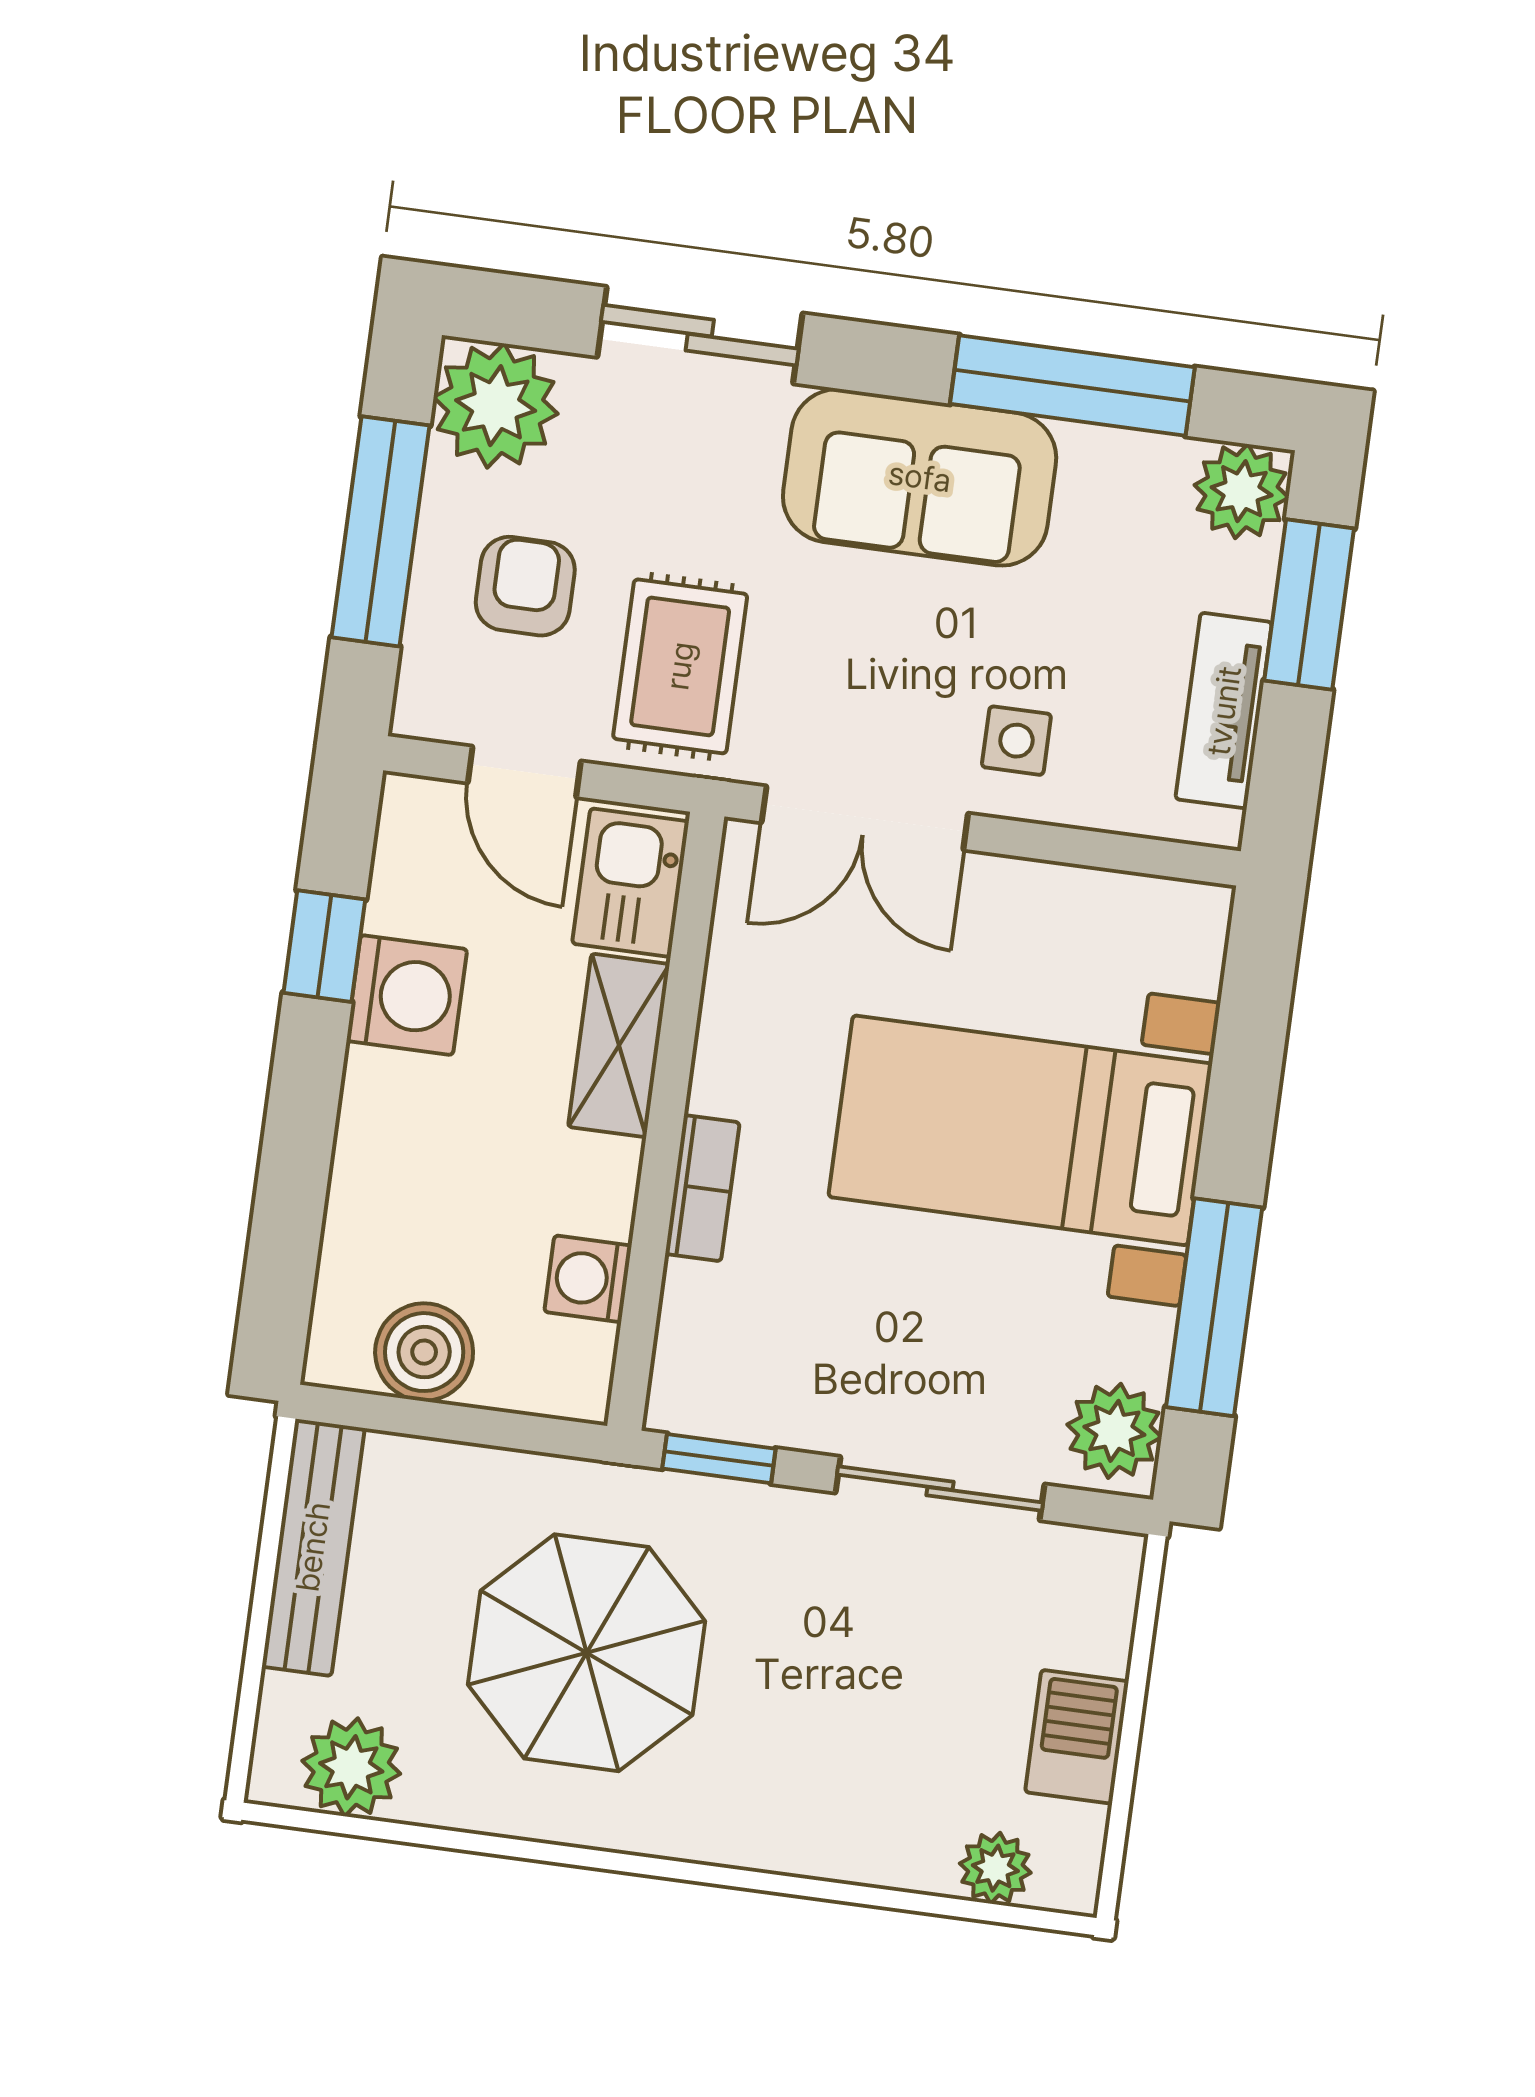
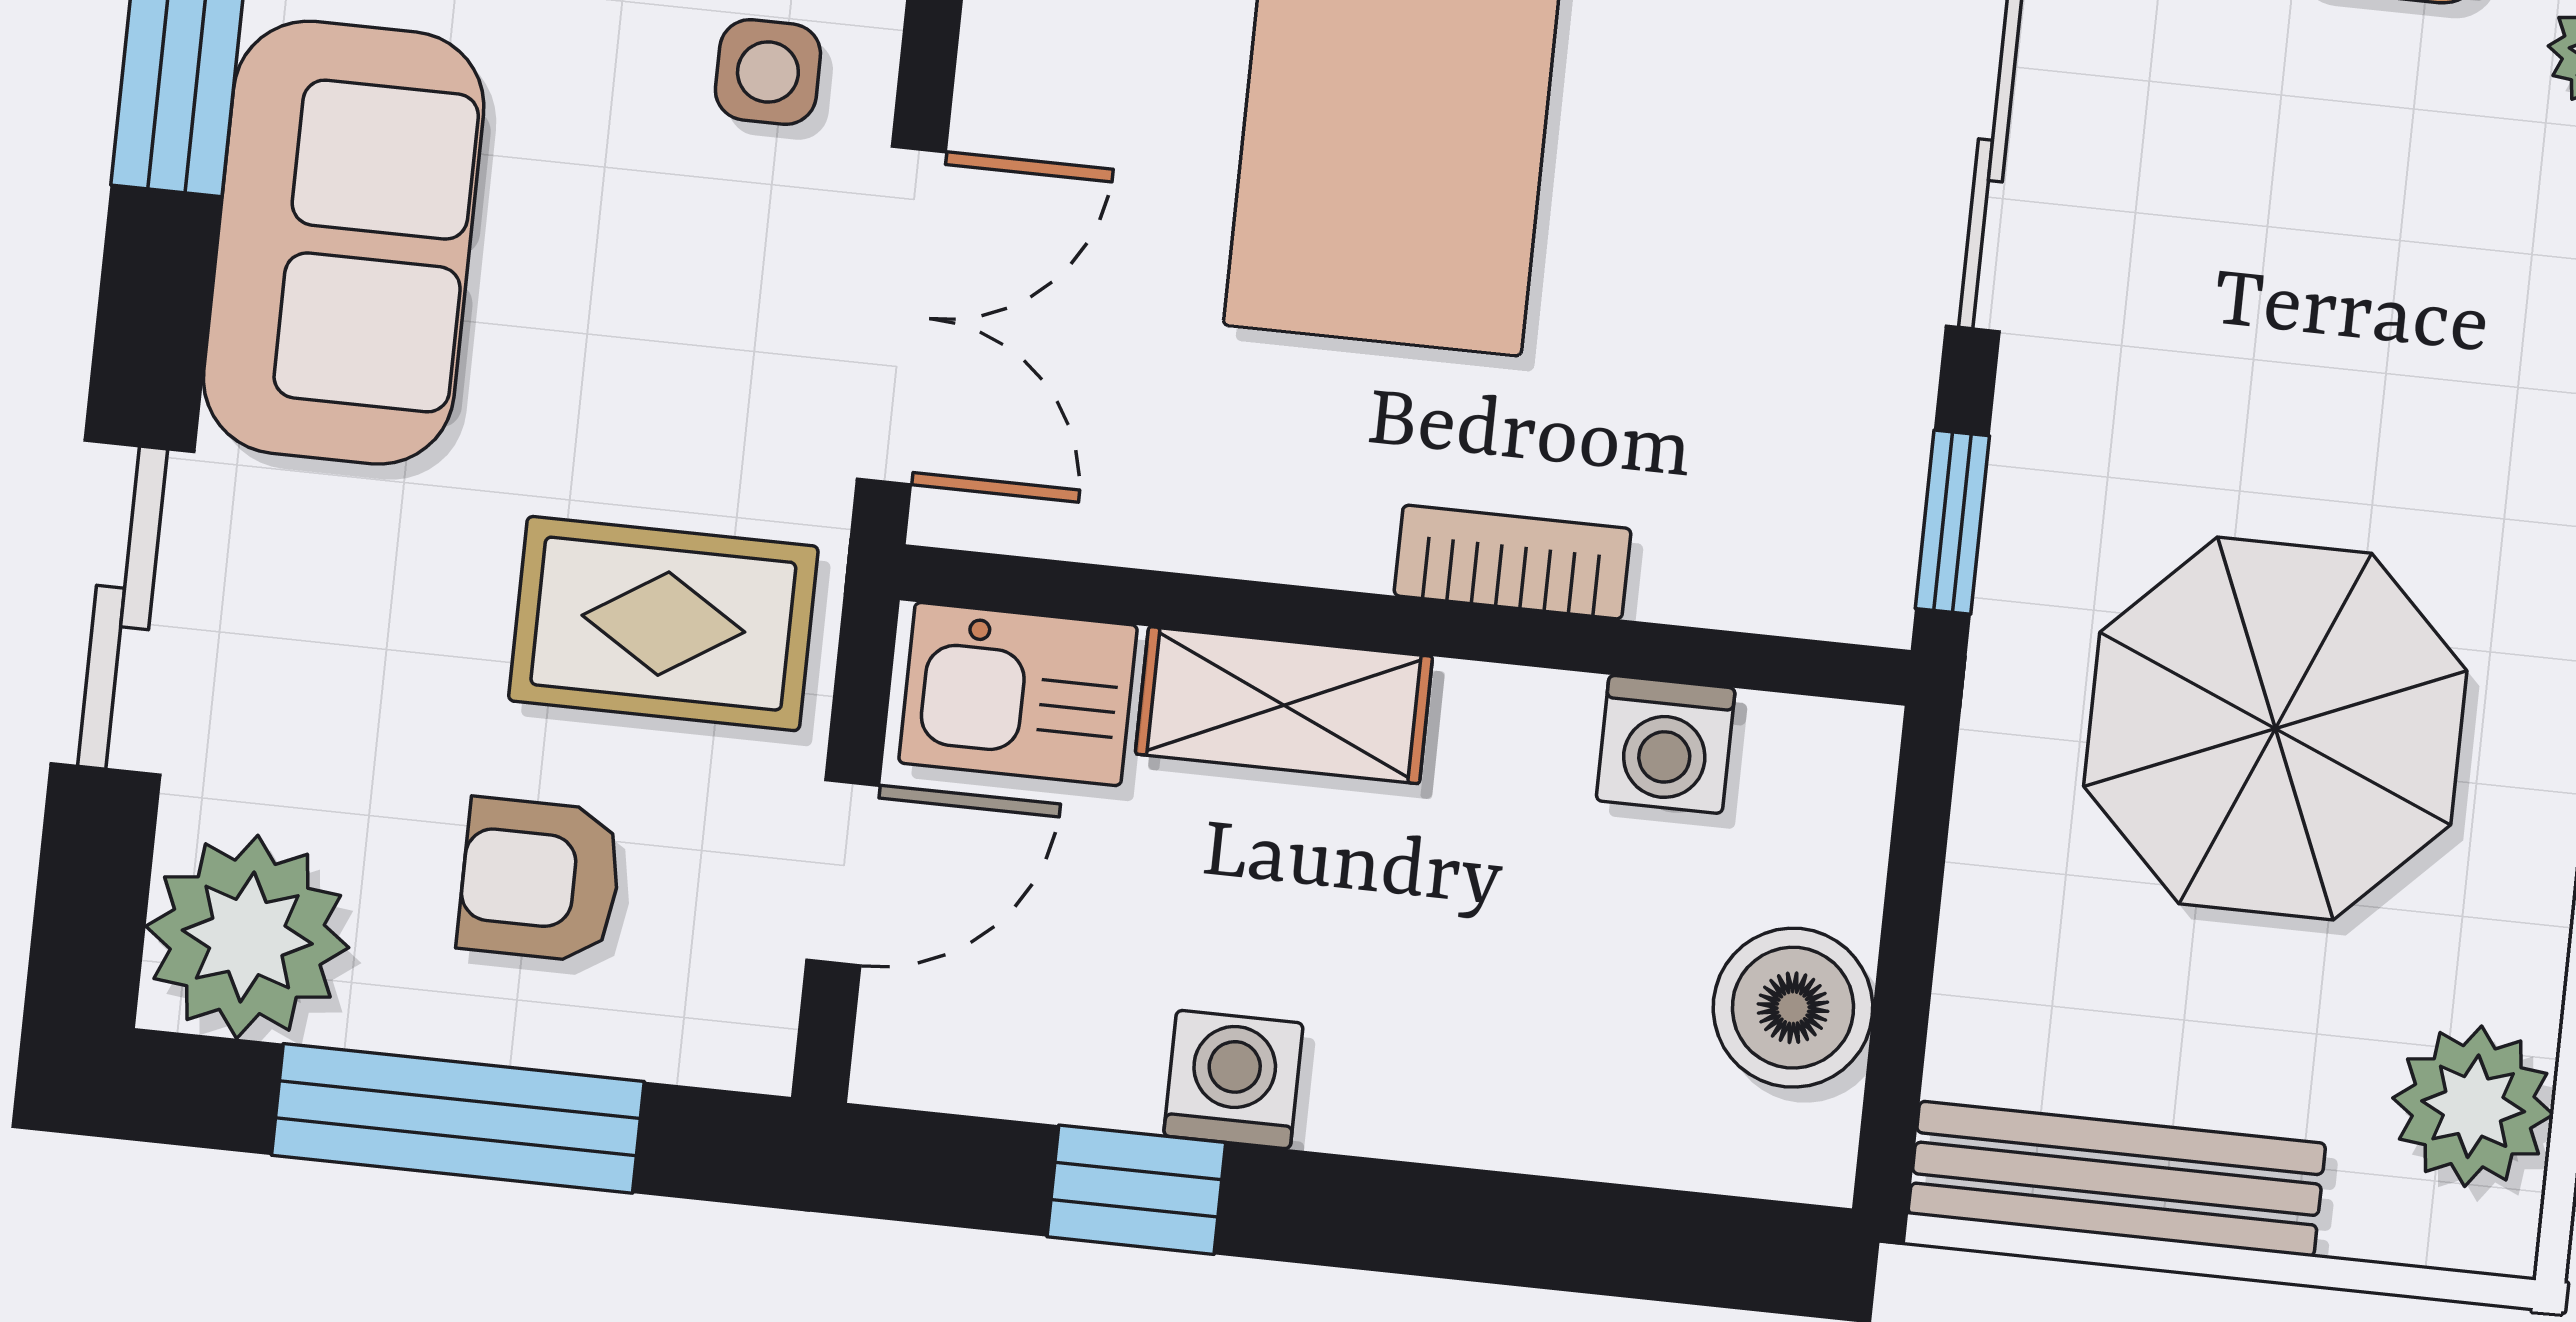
washing machine: (407, 995) -> (1233, 1080), width x0.73, depth x0.73

